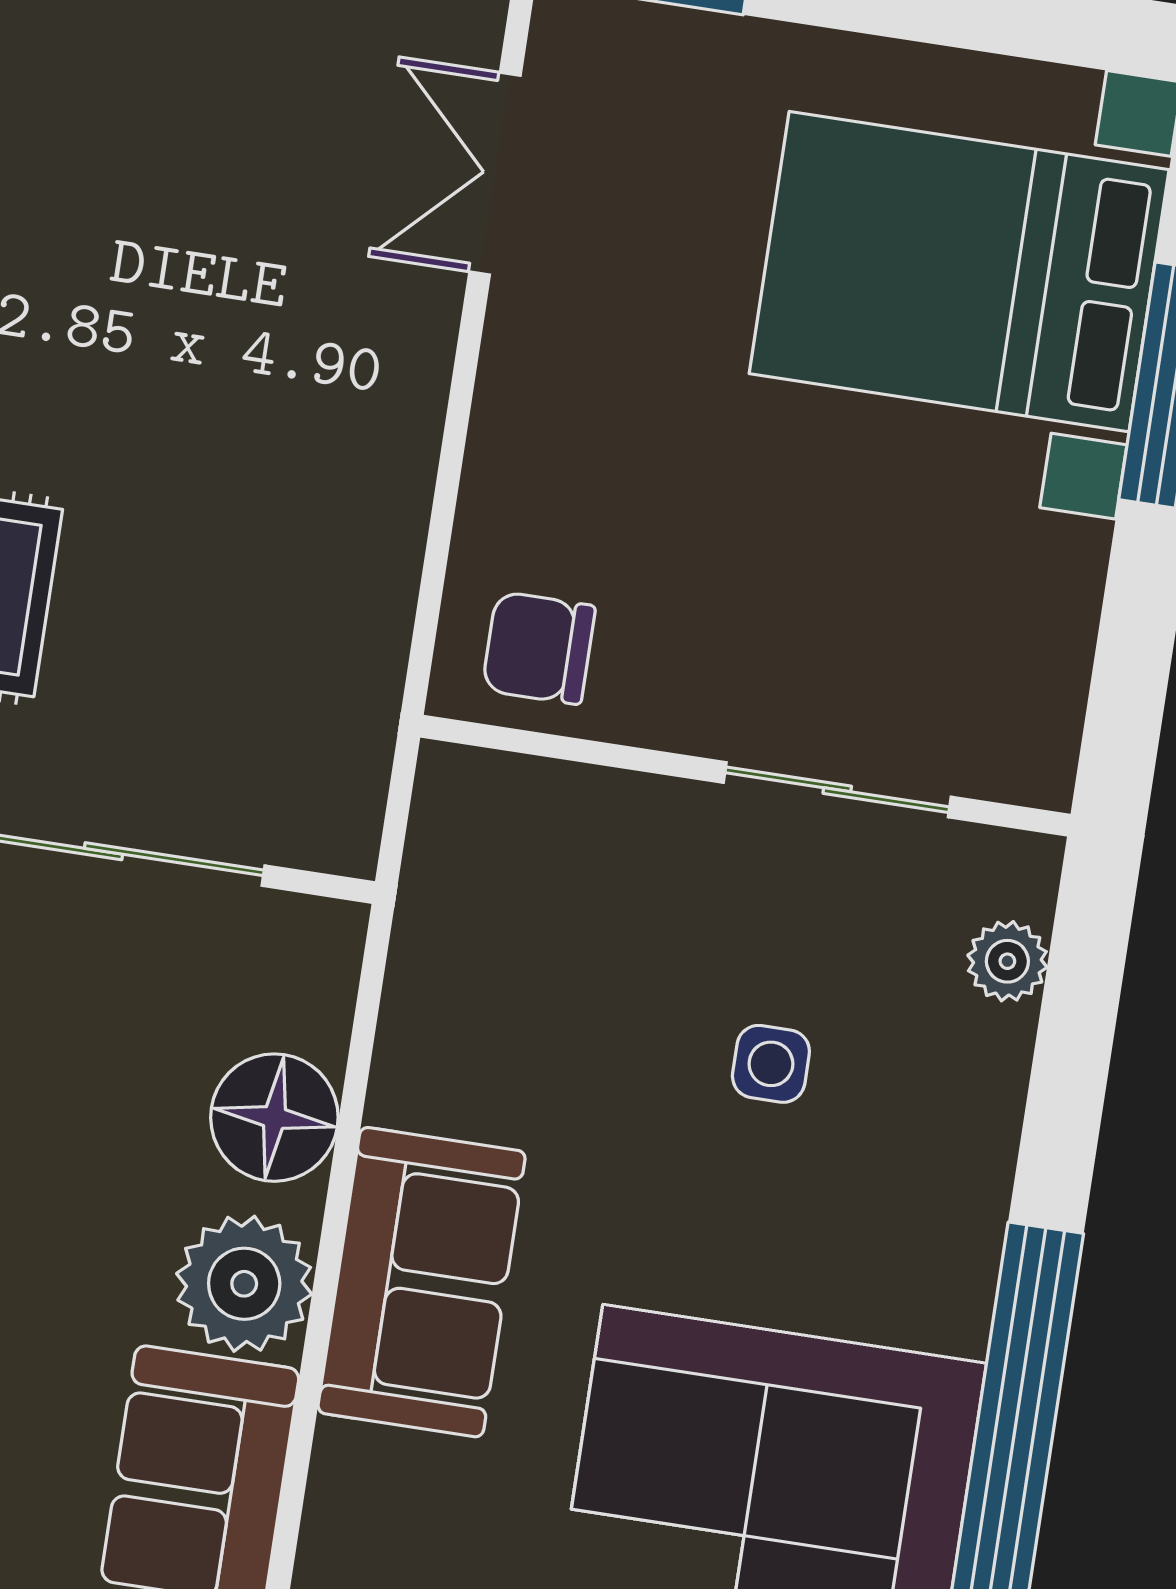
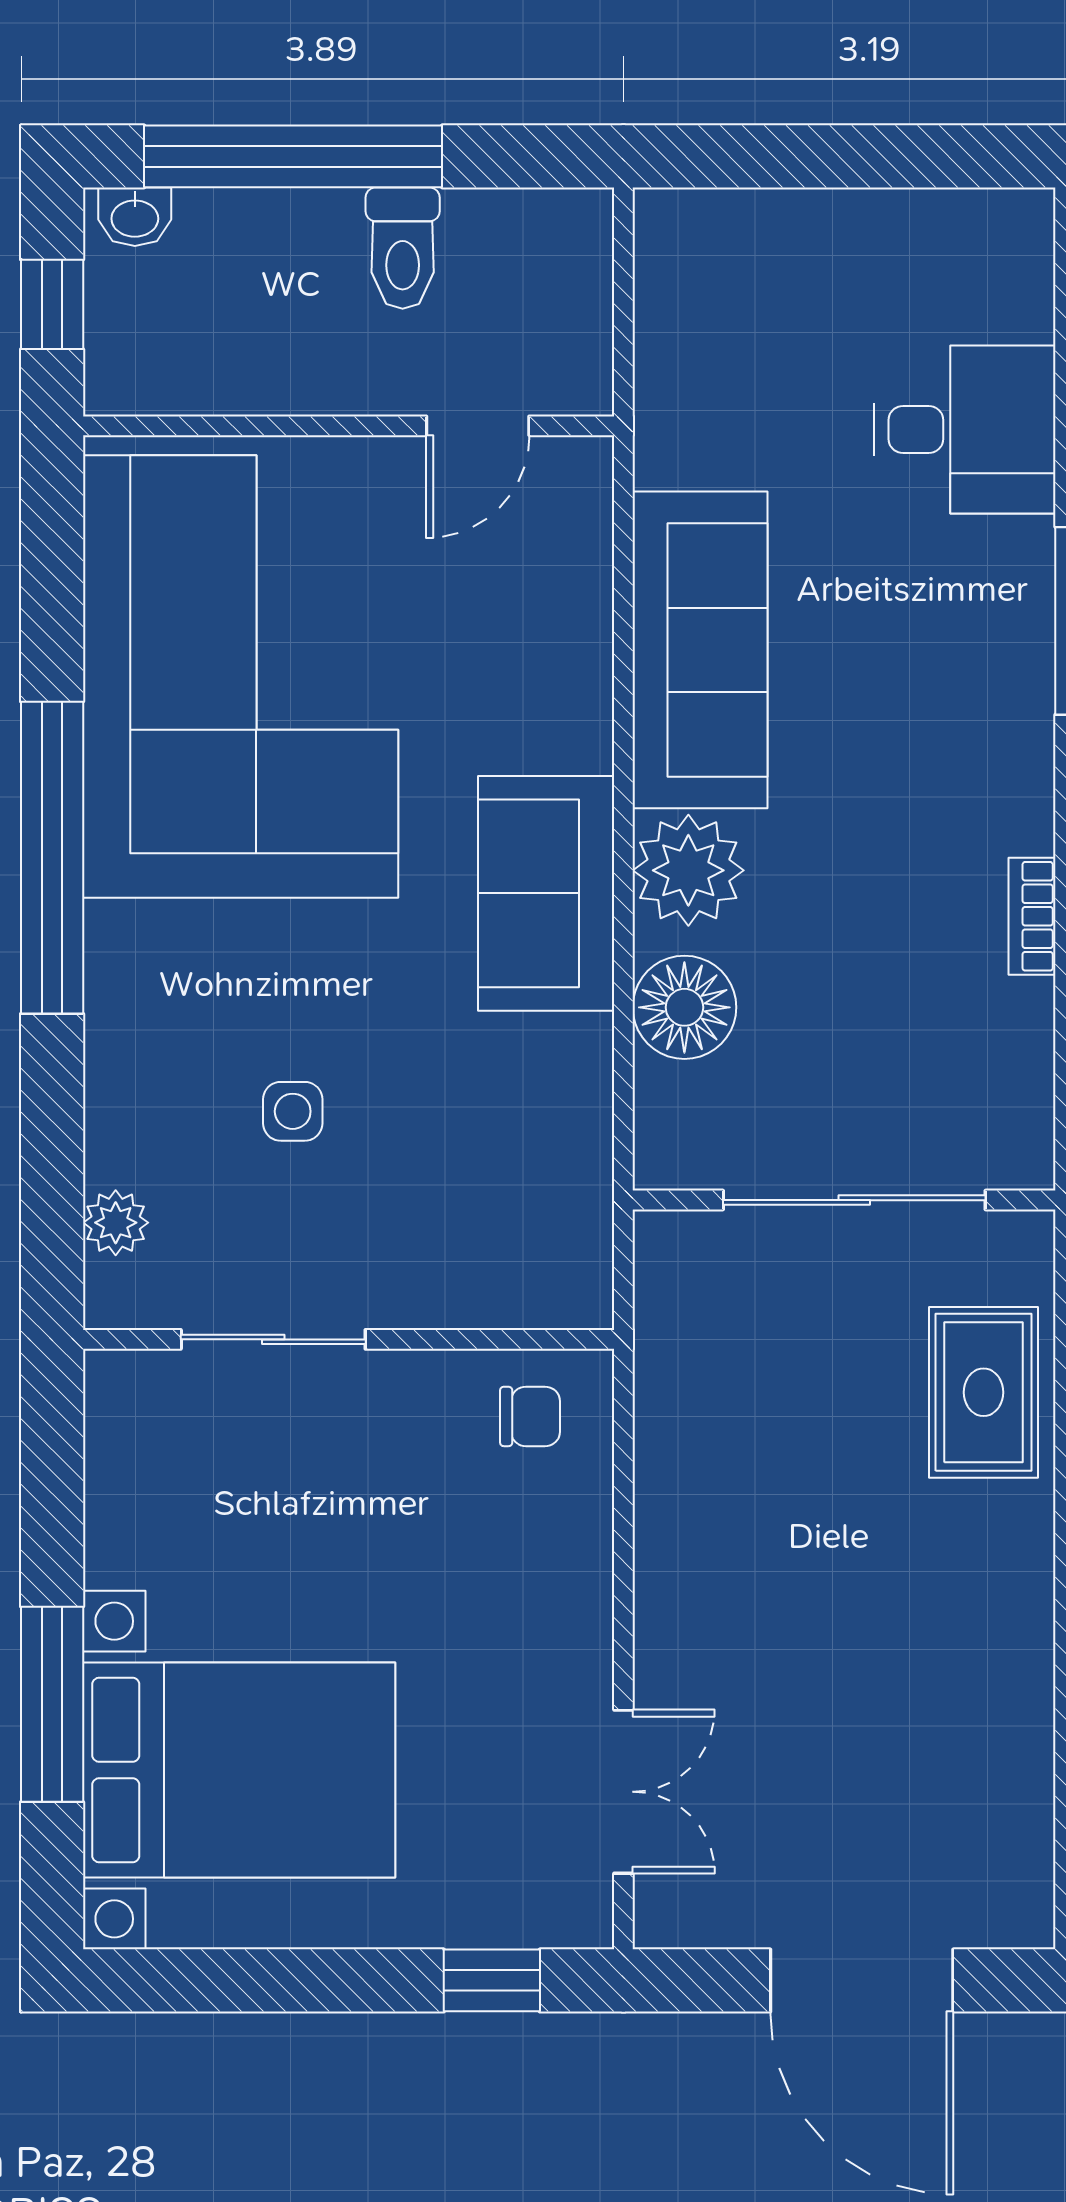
chair: (539, 648) -> (530, 1416), width x0.73, depth x0.73

